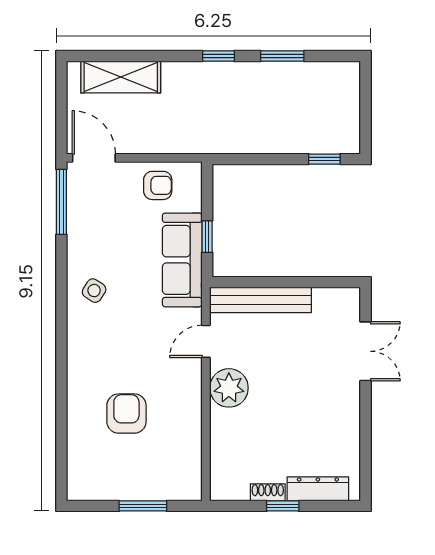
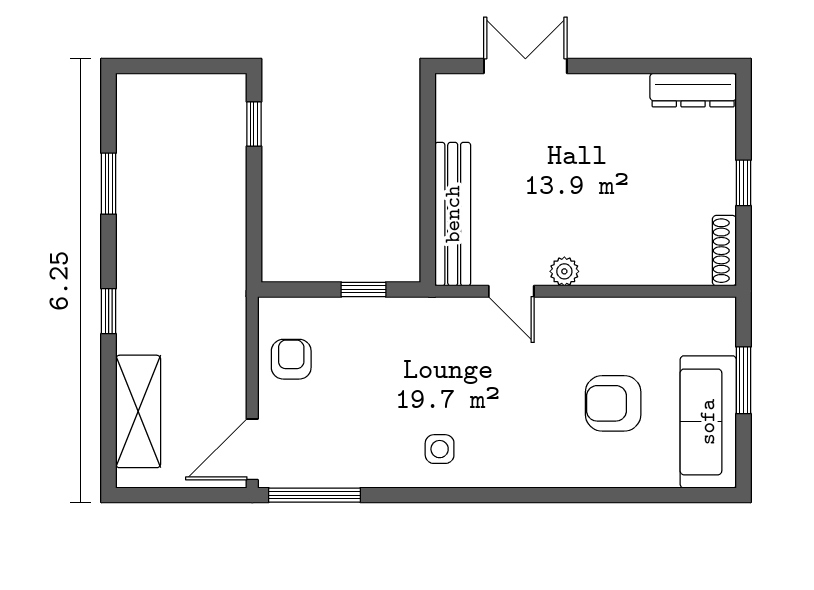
window: (218, 56) -> (109, 311), moved
sofa: (182, 260) -> (708, 422), moved, turned 90
side table: (94, 291) -> (440, 449), turned -33
plant: (229, 388) -> (564, 271), width x0.53, depth x0.53
dresser: (318, 489) -> (693, 90), moved, turned -90
shoe rack: (268, 492) -> (724, 251), moved, width x1.43

